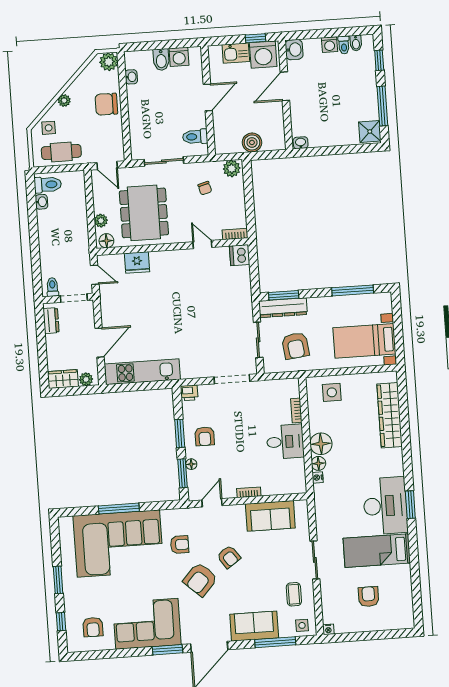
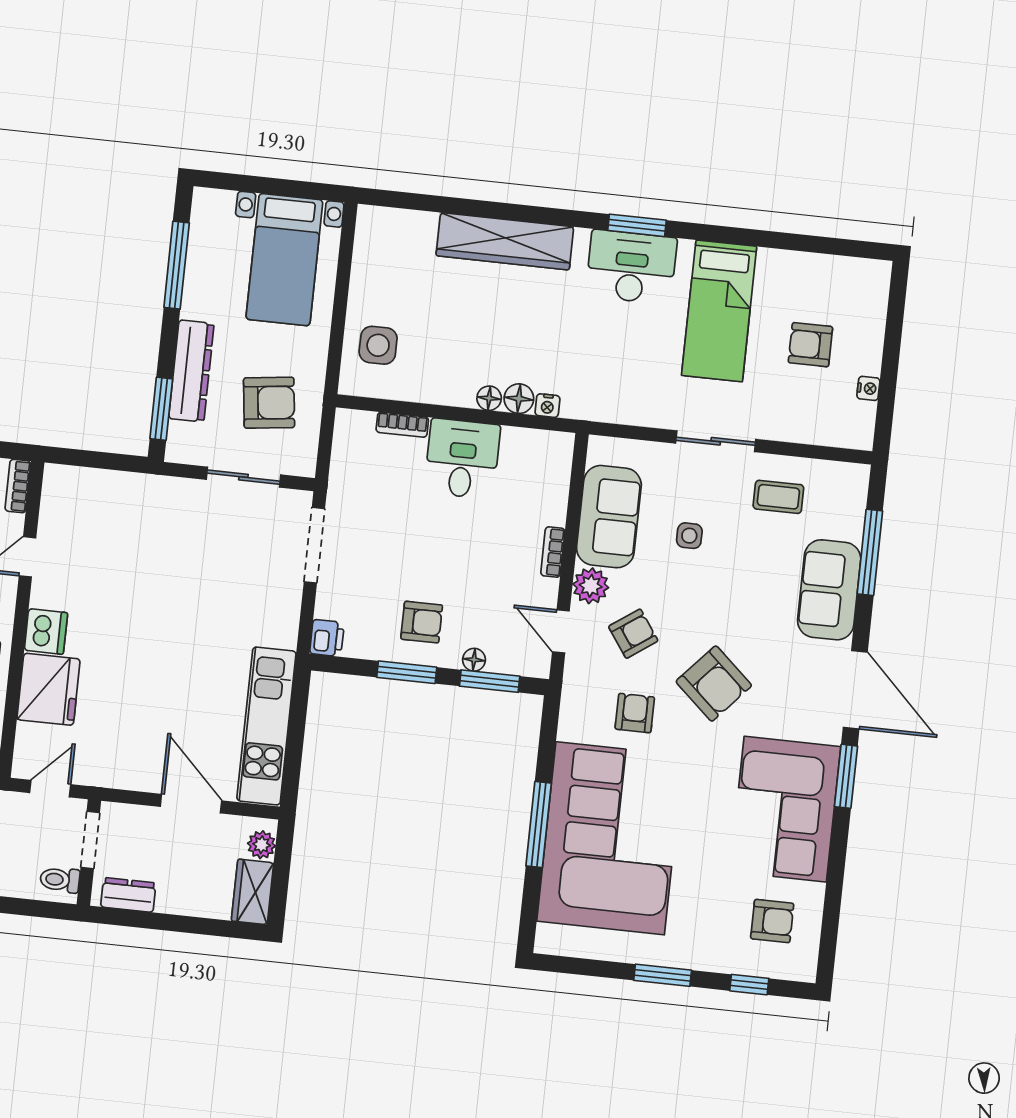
dishwasher: (240, 255) -> (46, 631), moved, turned -90
fridge: (137, 262) -> (49, 689), width x1.36, depth x1.34
dresser: (283, 308) -> (191, 371), moved
wardrobe: (390, 415) -> (505, 241), moved
floor lamp: (321, 444) -> (489, 398), width x0.53, depth x0.53
desk: (385, 506) -> (631, 267), width x0.73, depth x0.77
plant: (236, 513) -> (591, 586), added
armchair: (229, 557) -> (633, 634), moved
side table: (302, 625) -> (689, 536), moved
nightstand: (328, 629) -> (868, 388), moved

